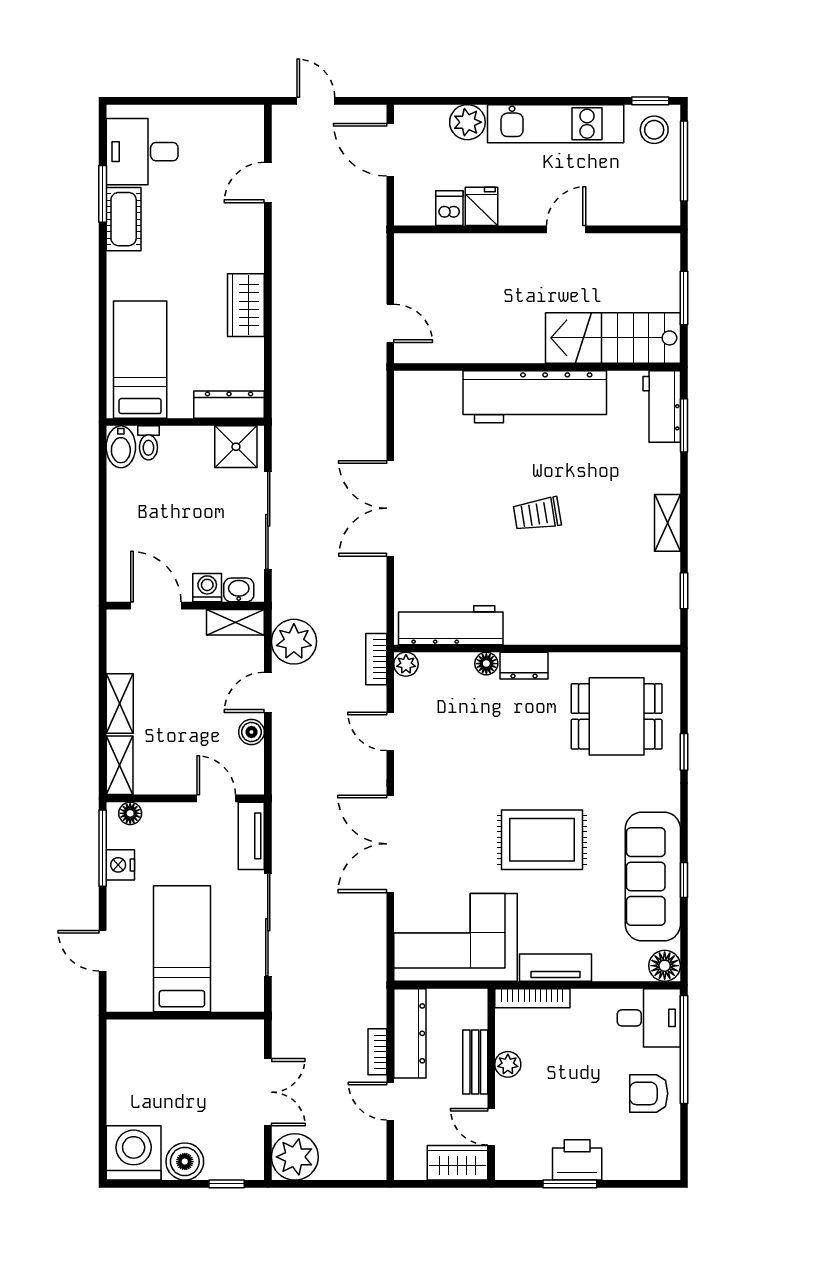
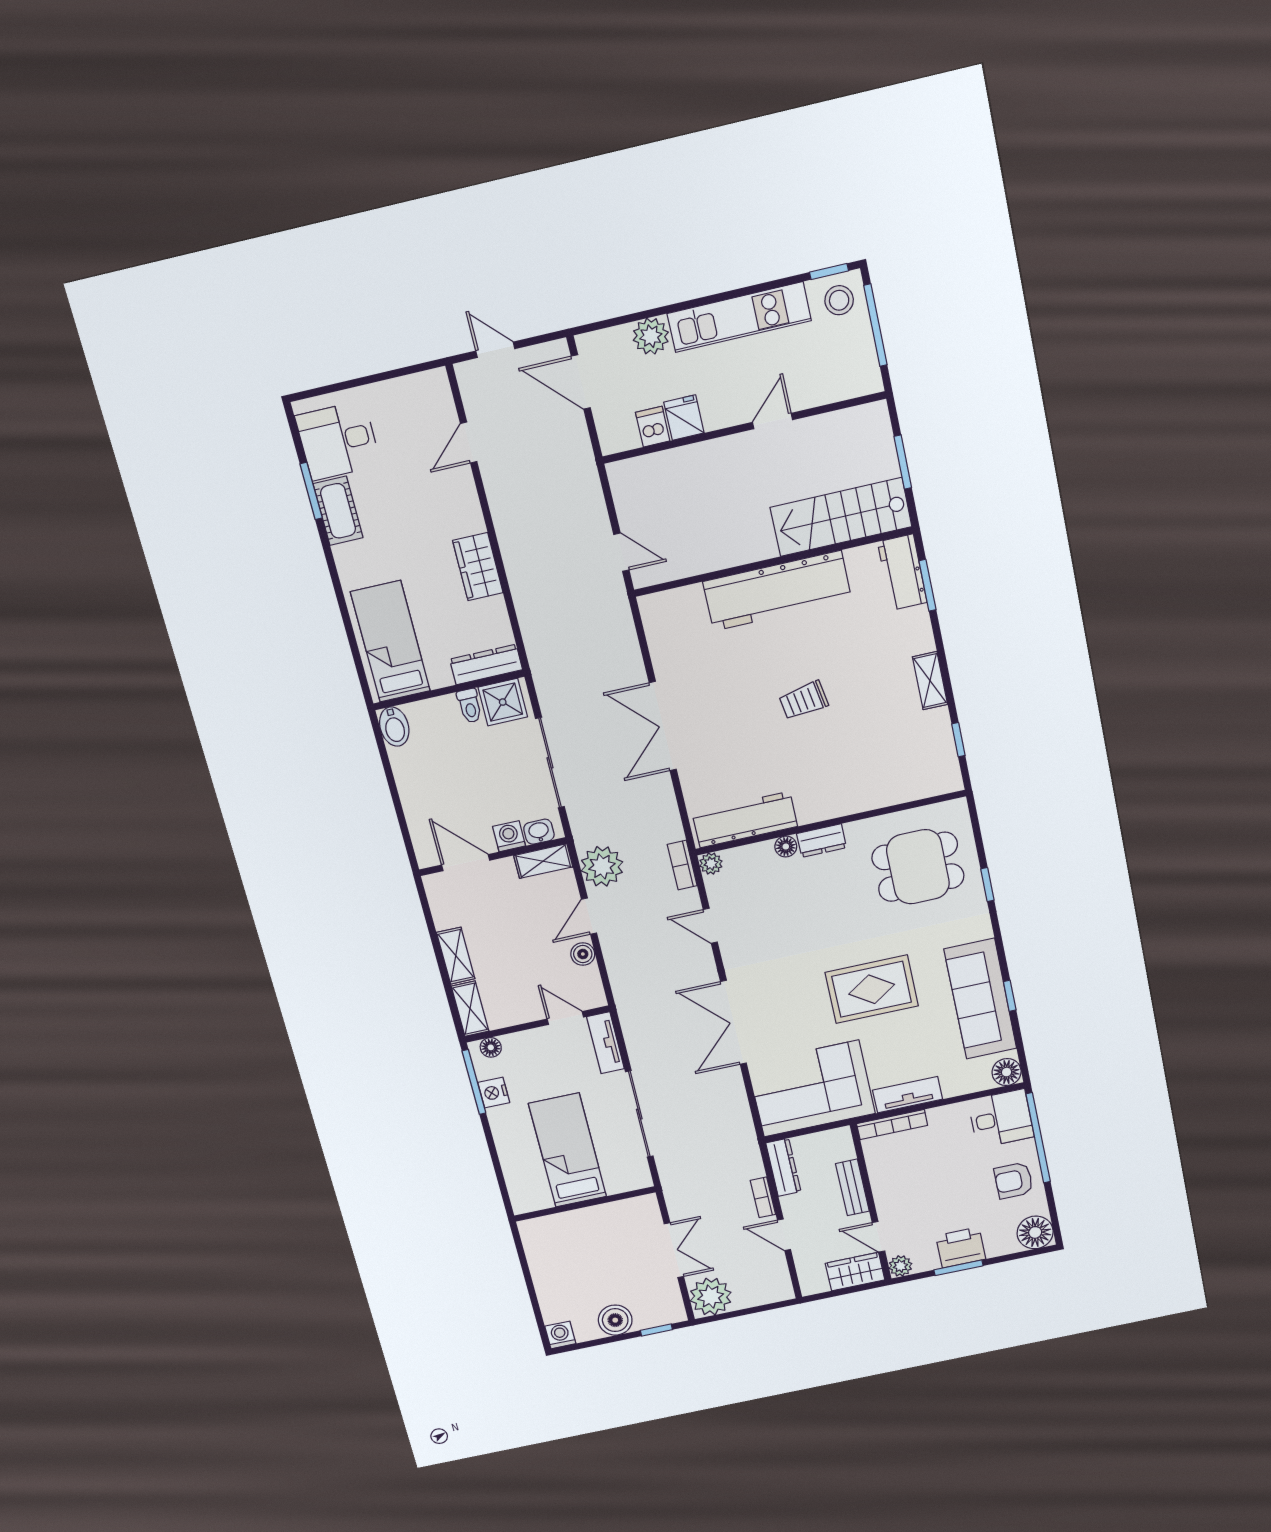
toilet: (148, 443) -> (470, 706), moved
door: (103, 951) -> (497, 1167), removed
dresser: (410, 1033) -> (783, 1167), width x0.73, depth x0.80
plant: (508, 1064) -> (900, 1266), moved
washing machine: (134, 1153) -> (560, 1335), width x0.53, depth x0.53
floor lamp: (660, 1160) -> (1035, 1232), added

